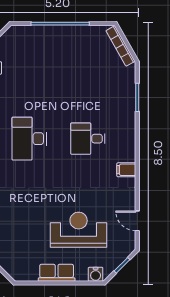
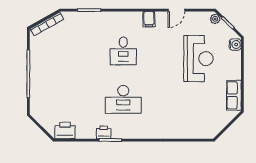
door: (137, 221) -> (176, 10), moved
reception desk: (79, 230) -> (198, 59), turned 180
plant: (127, 250) -> (215, 19), added
row of seats: (57, 273) -> (234, 95), moved

